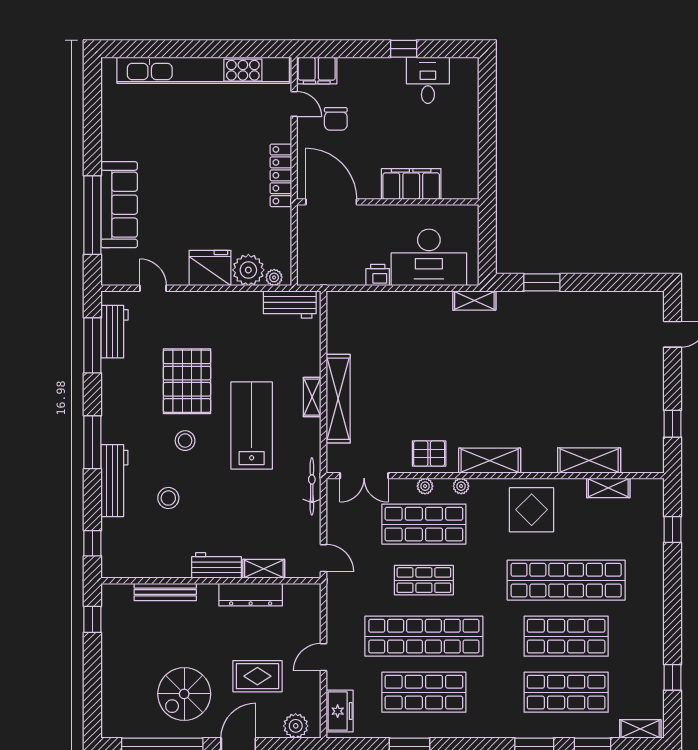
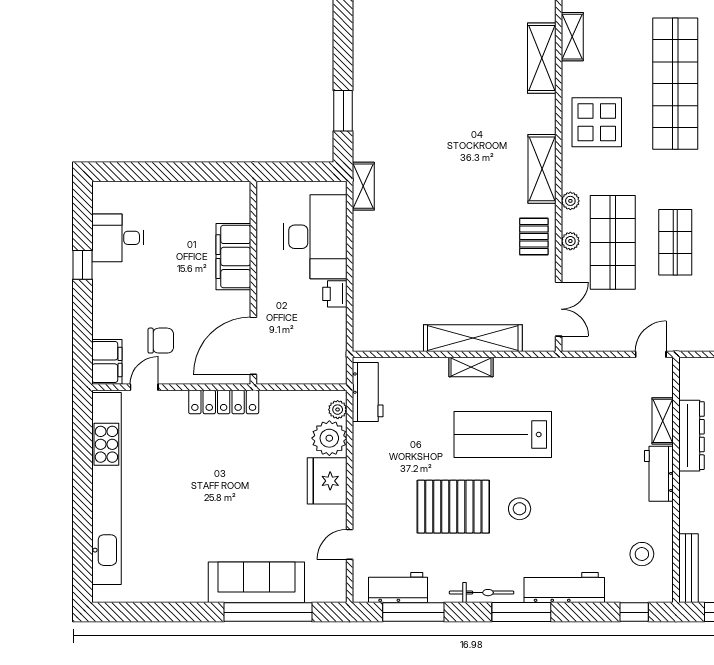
bicycle: (312, 486) -> (482, 593), moved, turned 180
stool: (168, 498) -> (642, 554), moved
bench: (165, 592) -> (688, 568), moved

